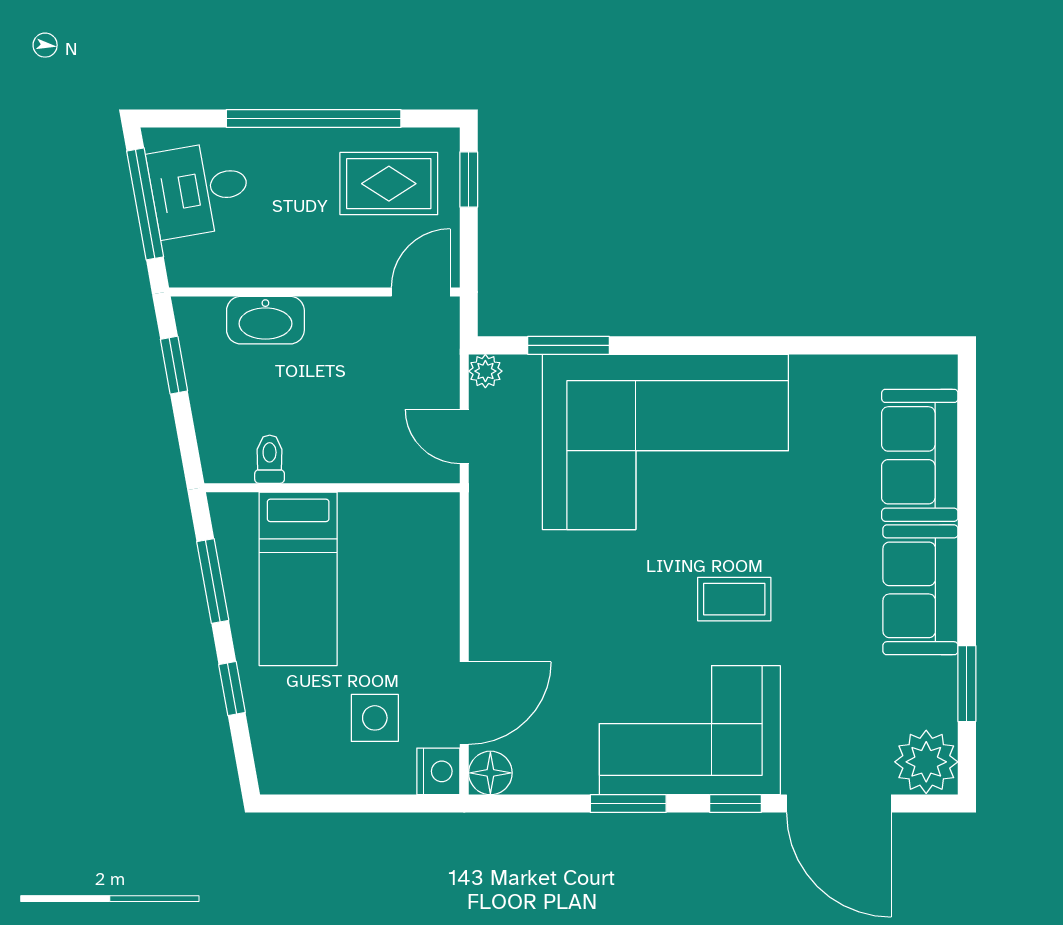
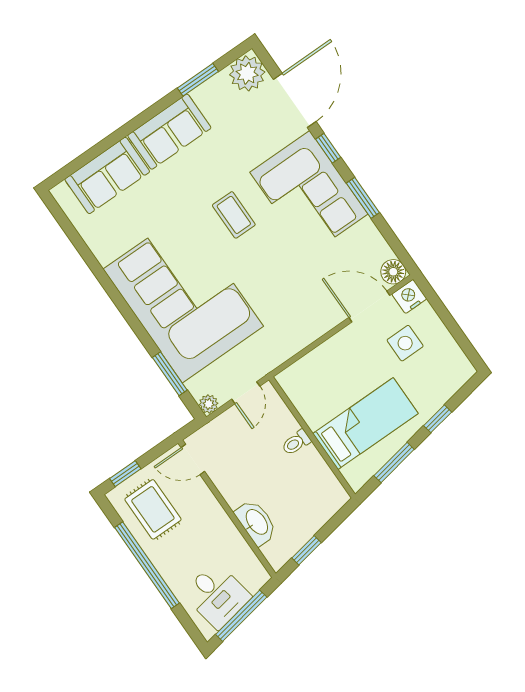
toilet: (270, 459) -> (296, 442), moved

